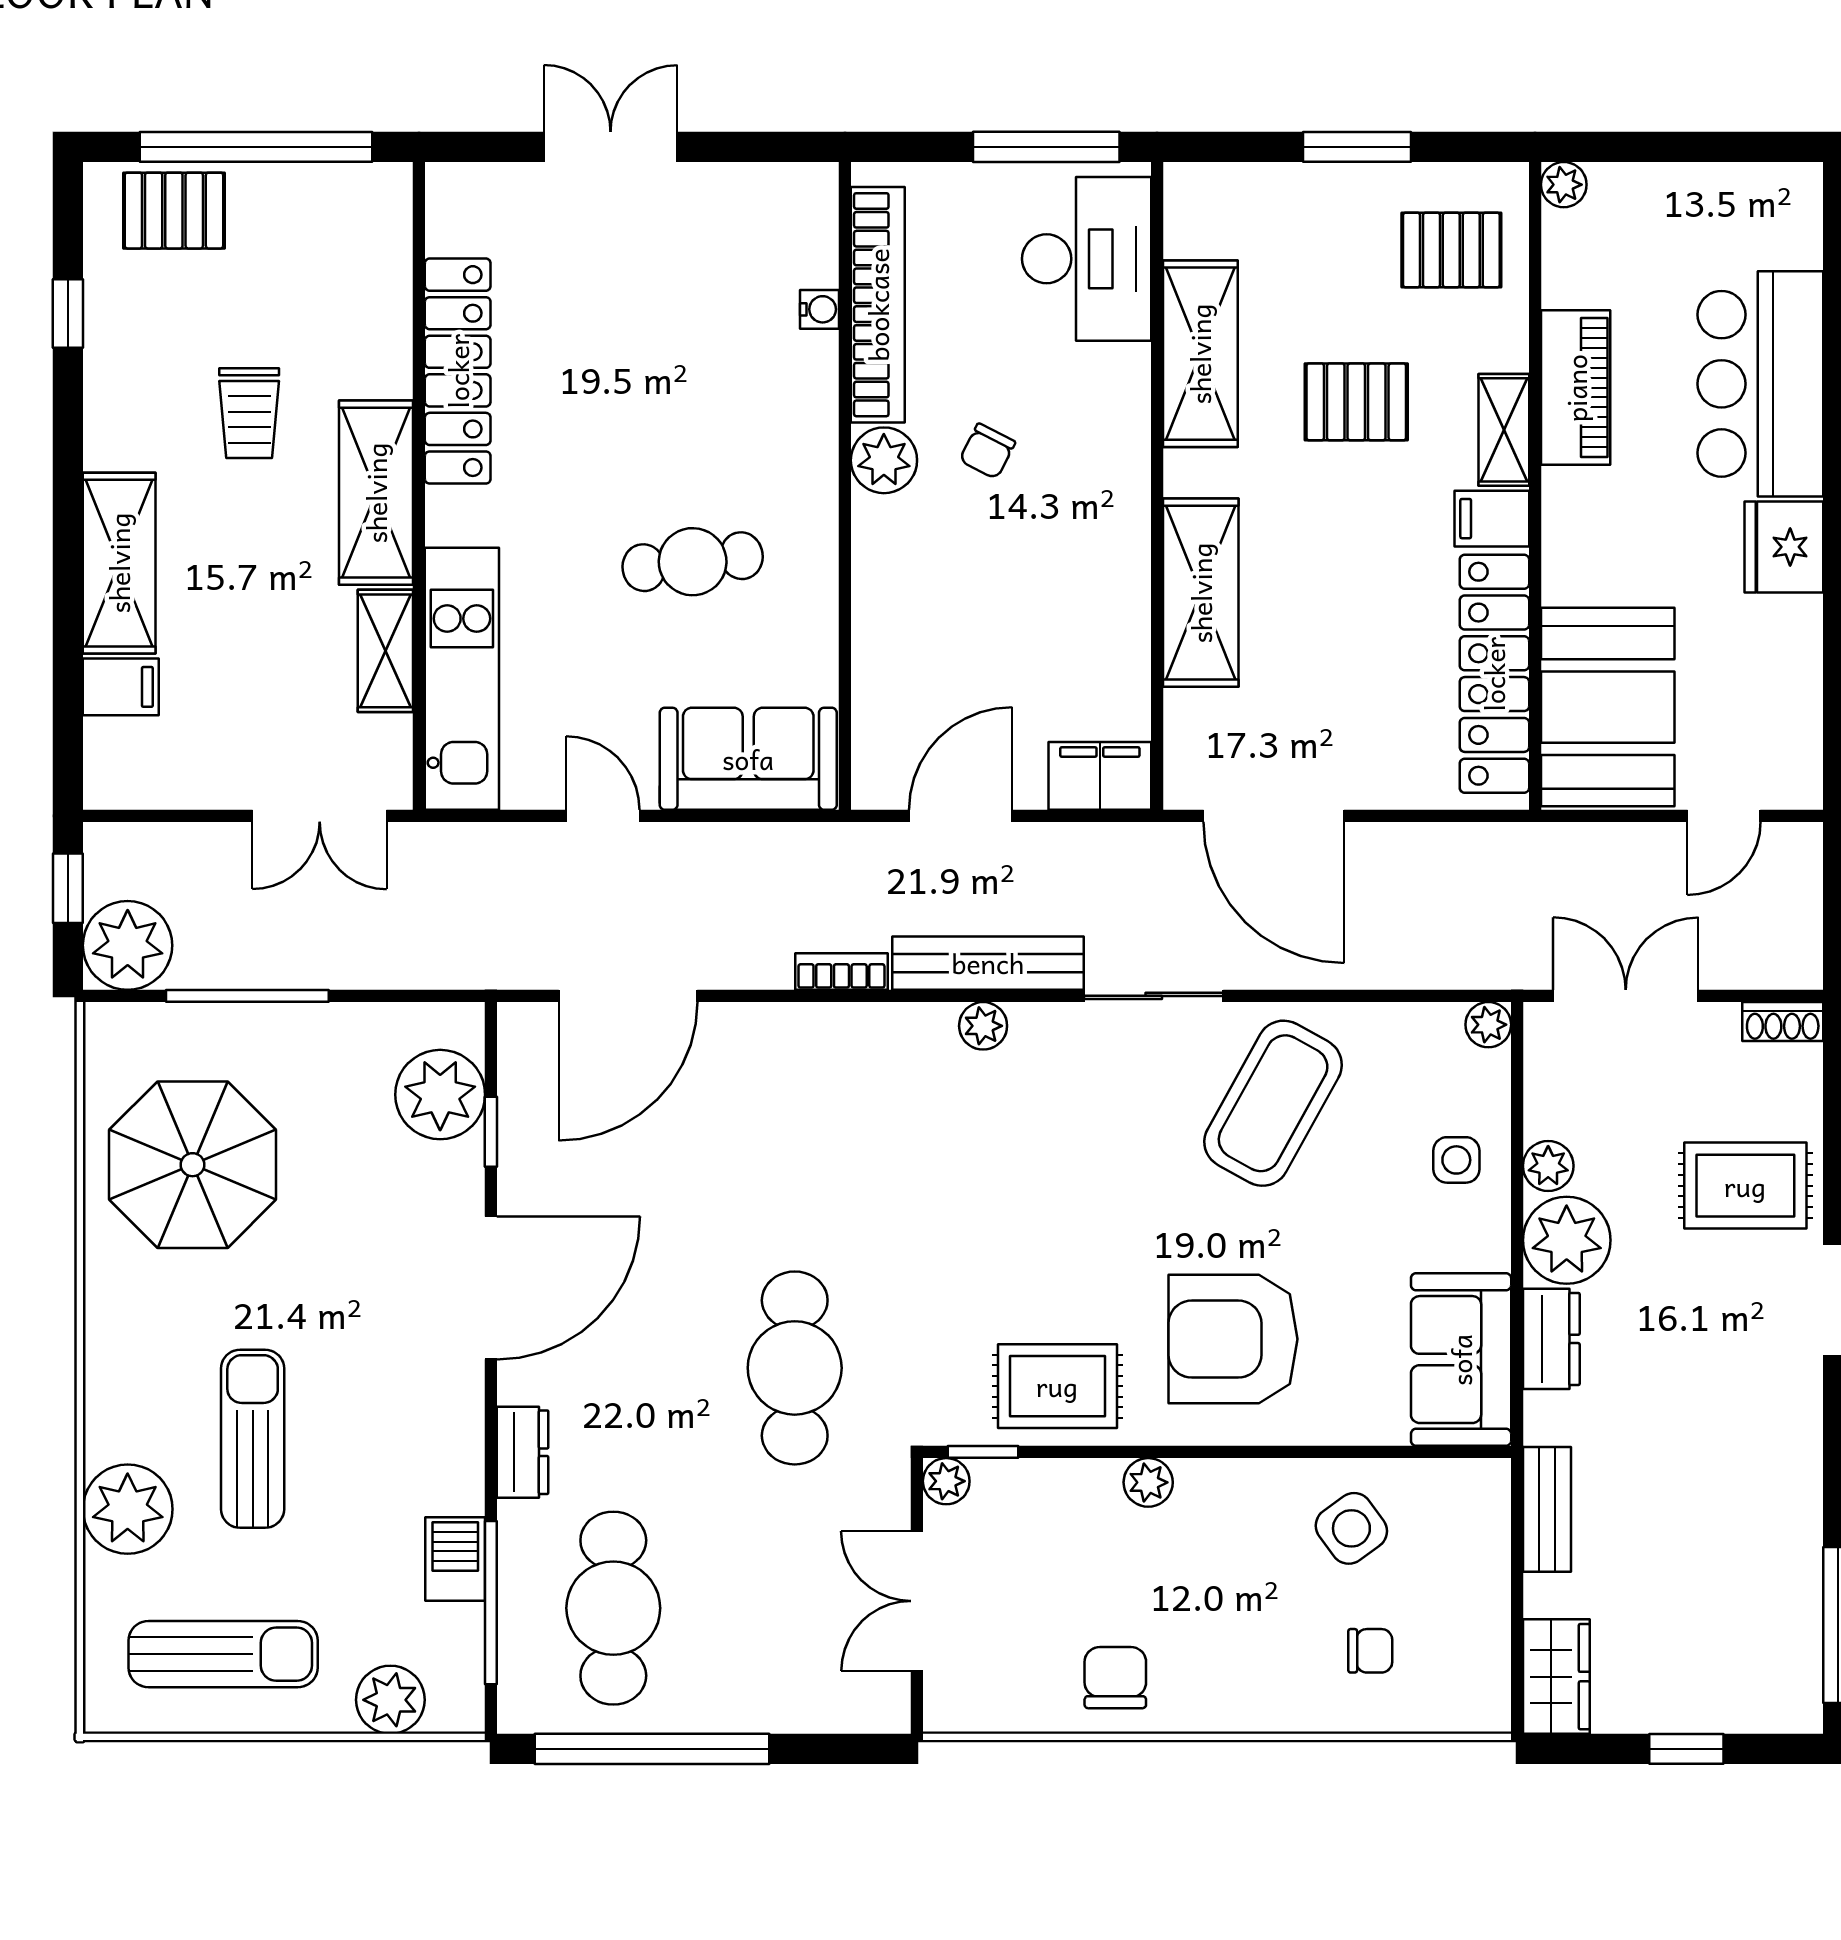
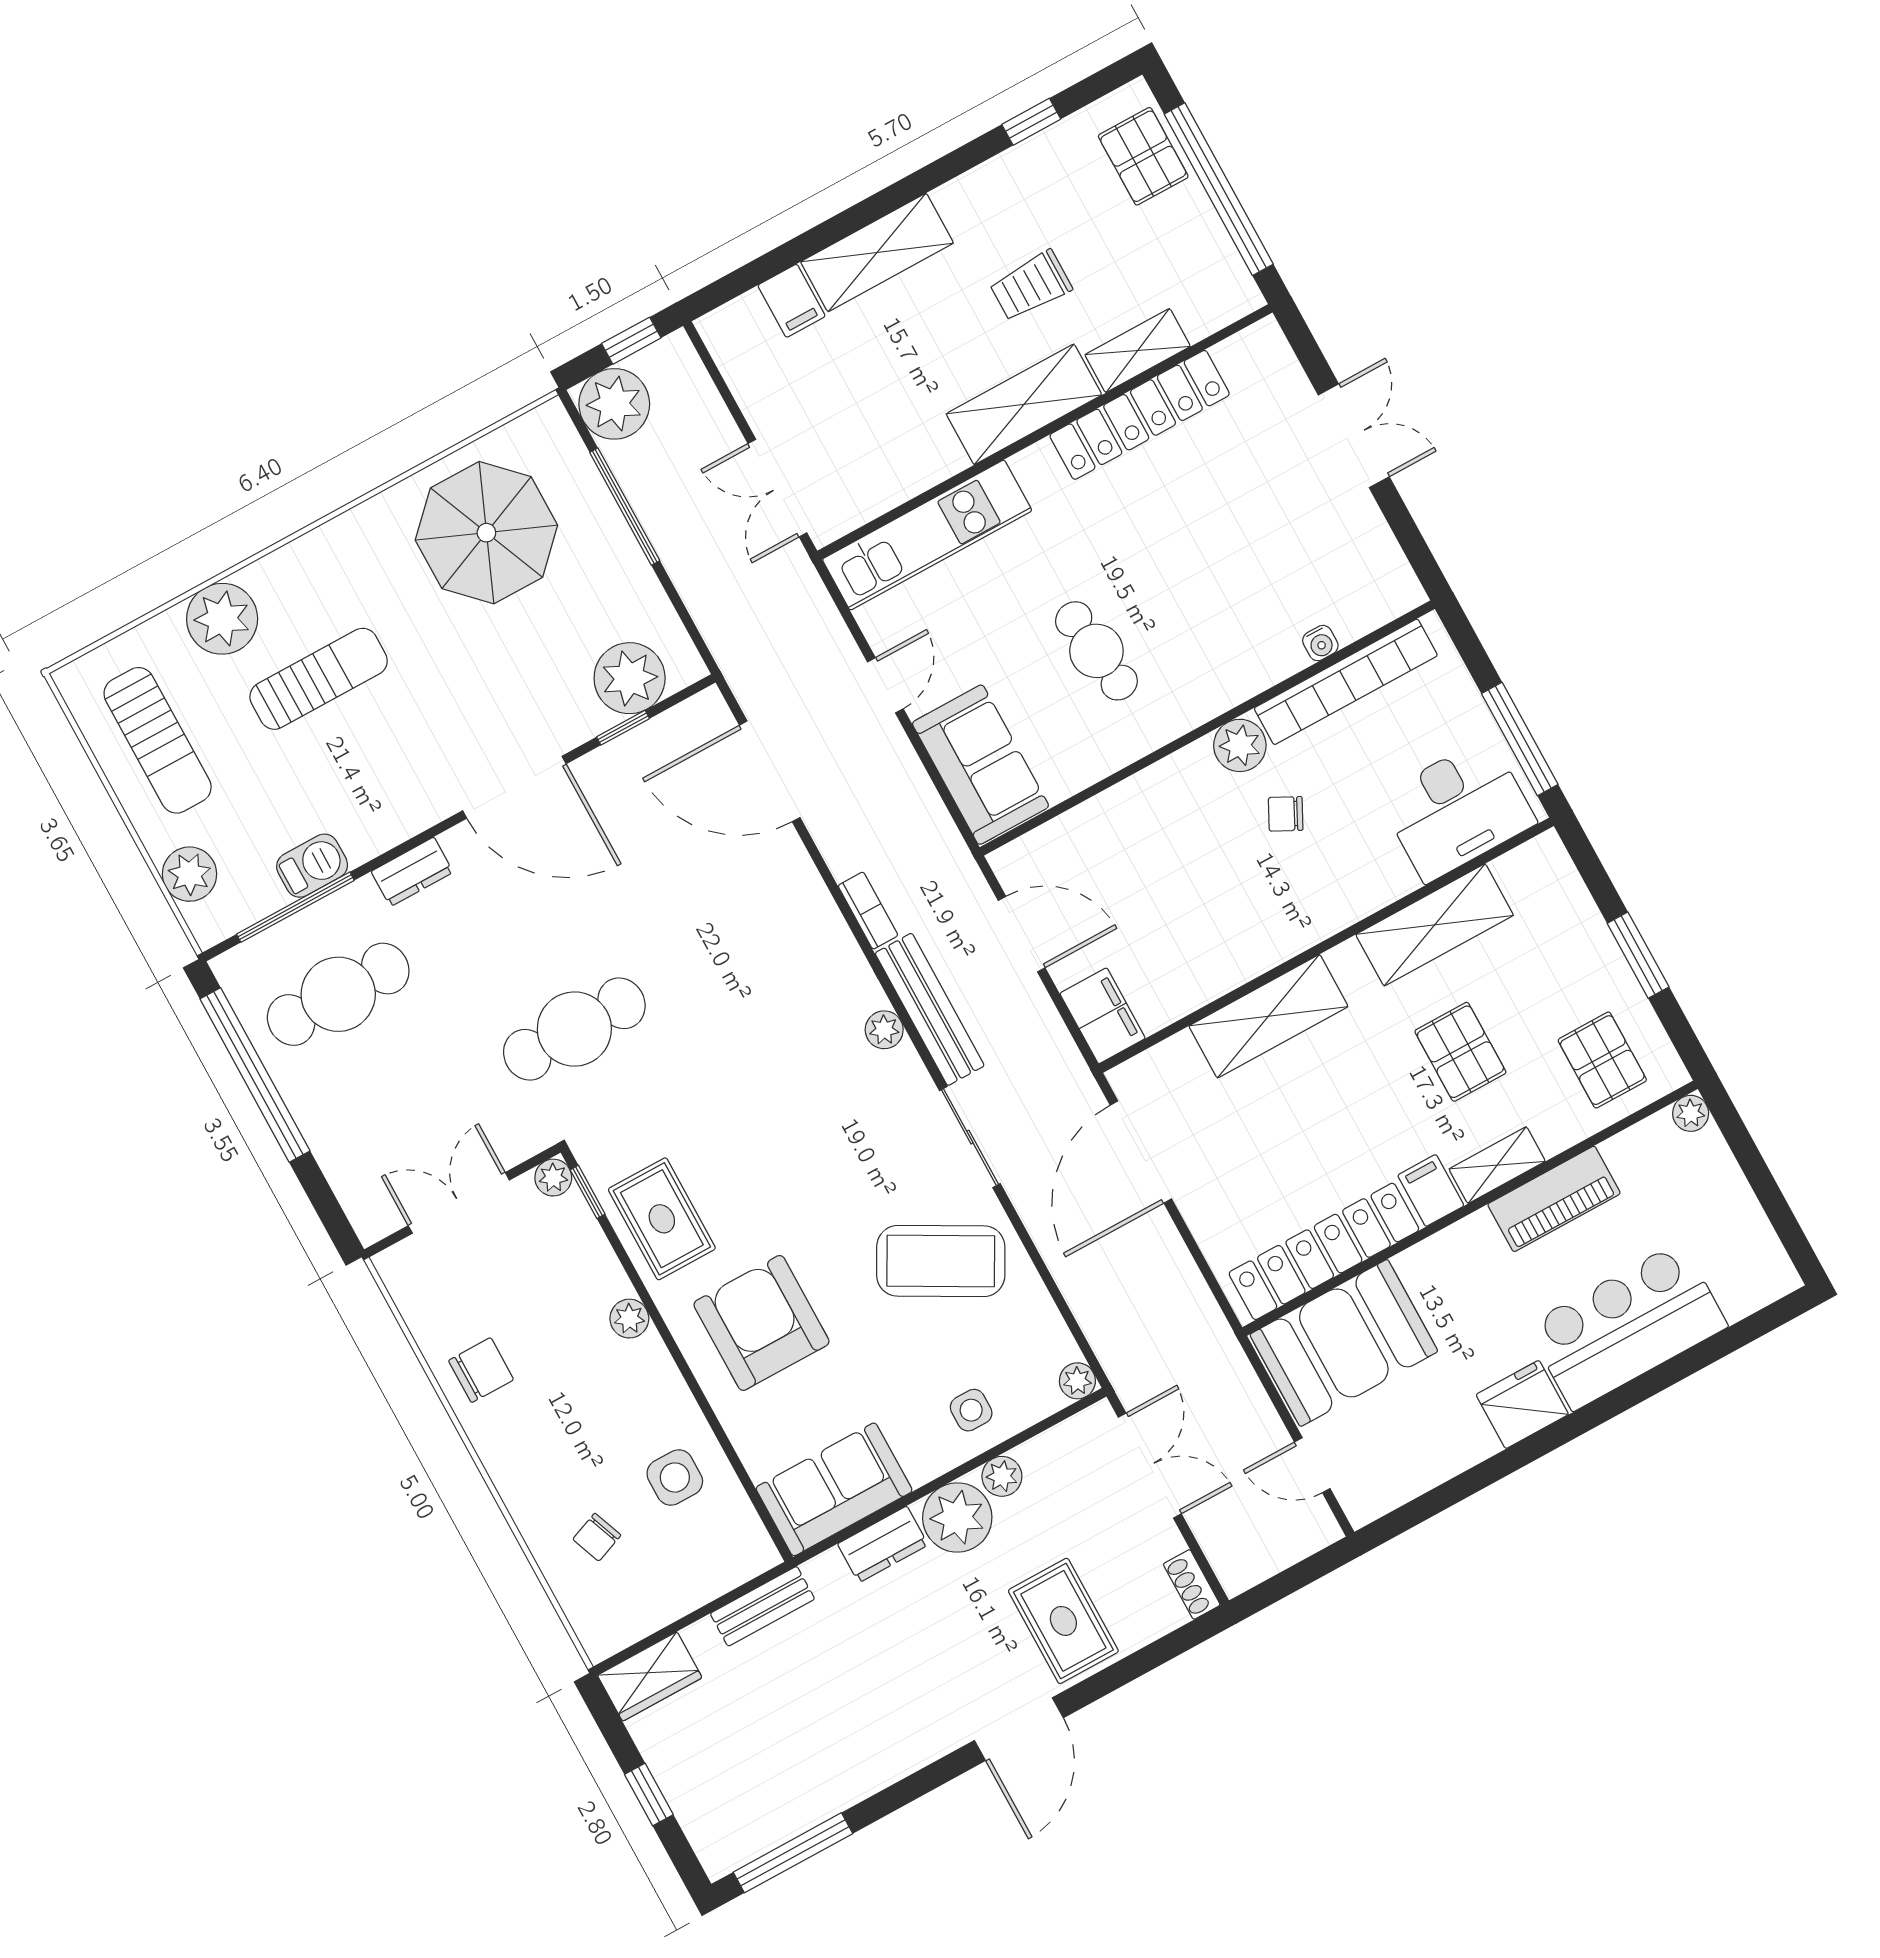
shelving: (385, 651) -> (1138, 351), moved
side table: (1351, 1528) -> (675, 1477), turned 36
chair: (1370, 1651) -> (597, 1537), turned 69

